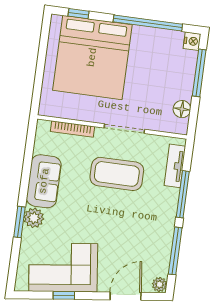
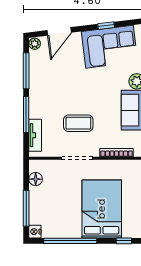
bed: (92, 57) -> (102, 209), width x0.73
coffee table: (117, 174) -> (78, 123), width x0.73, depth x0.76

